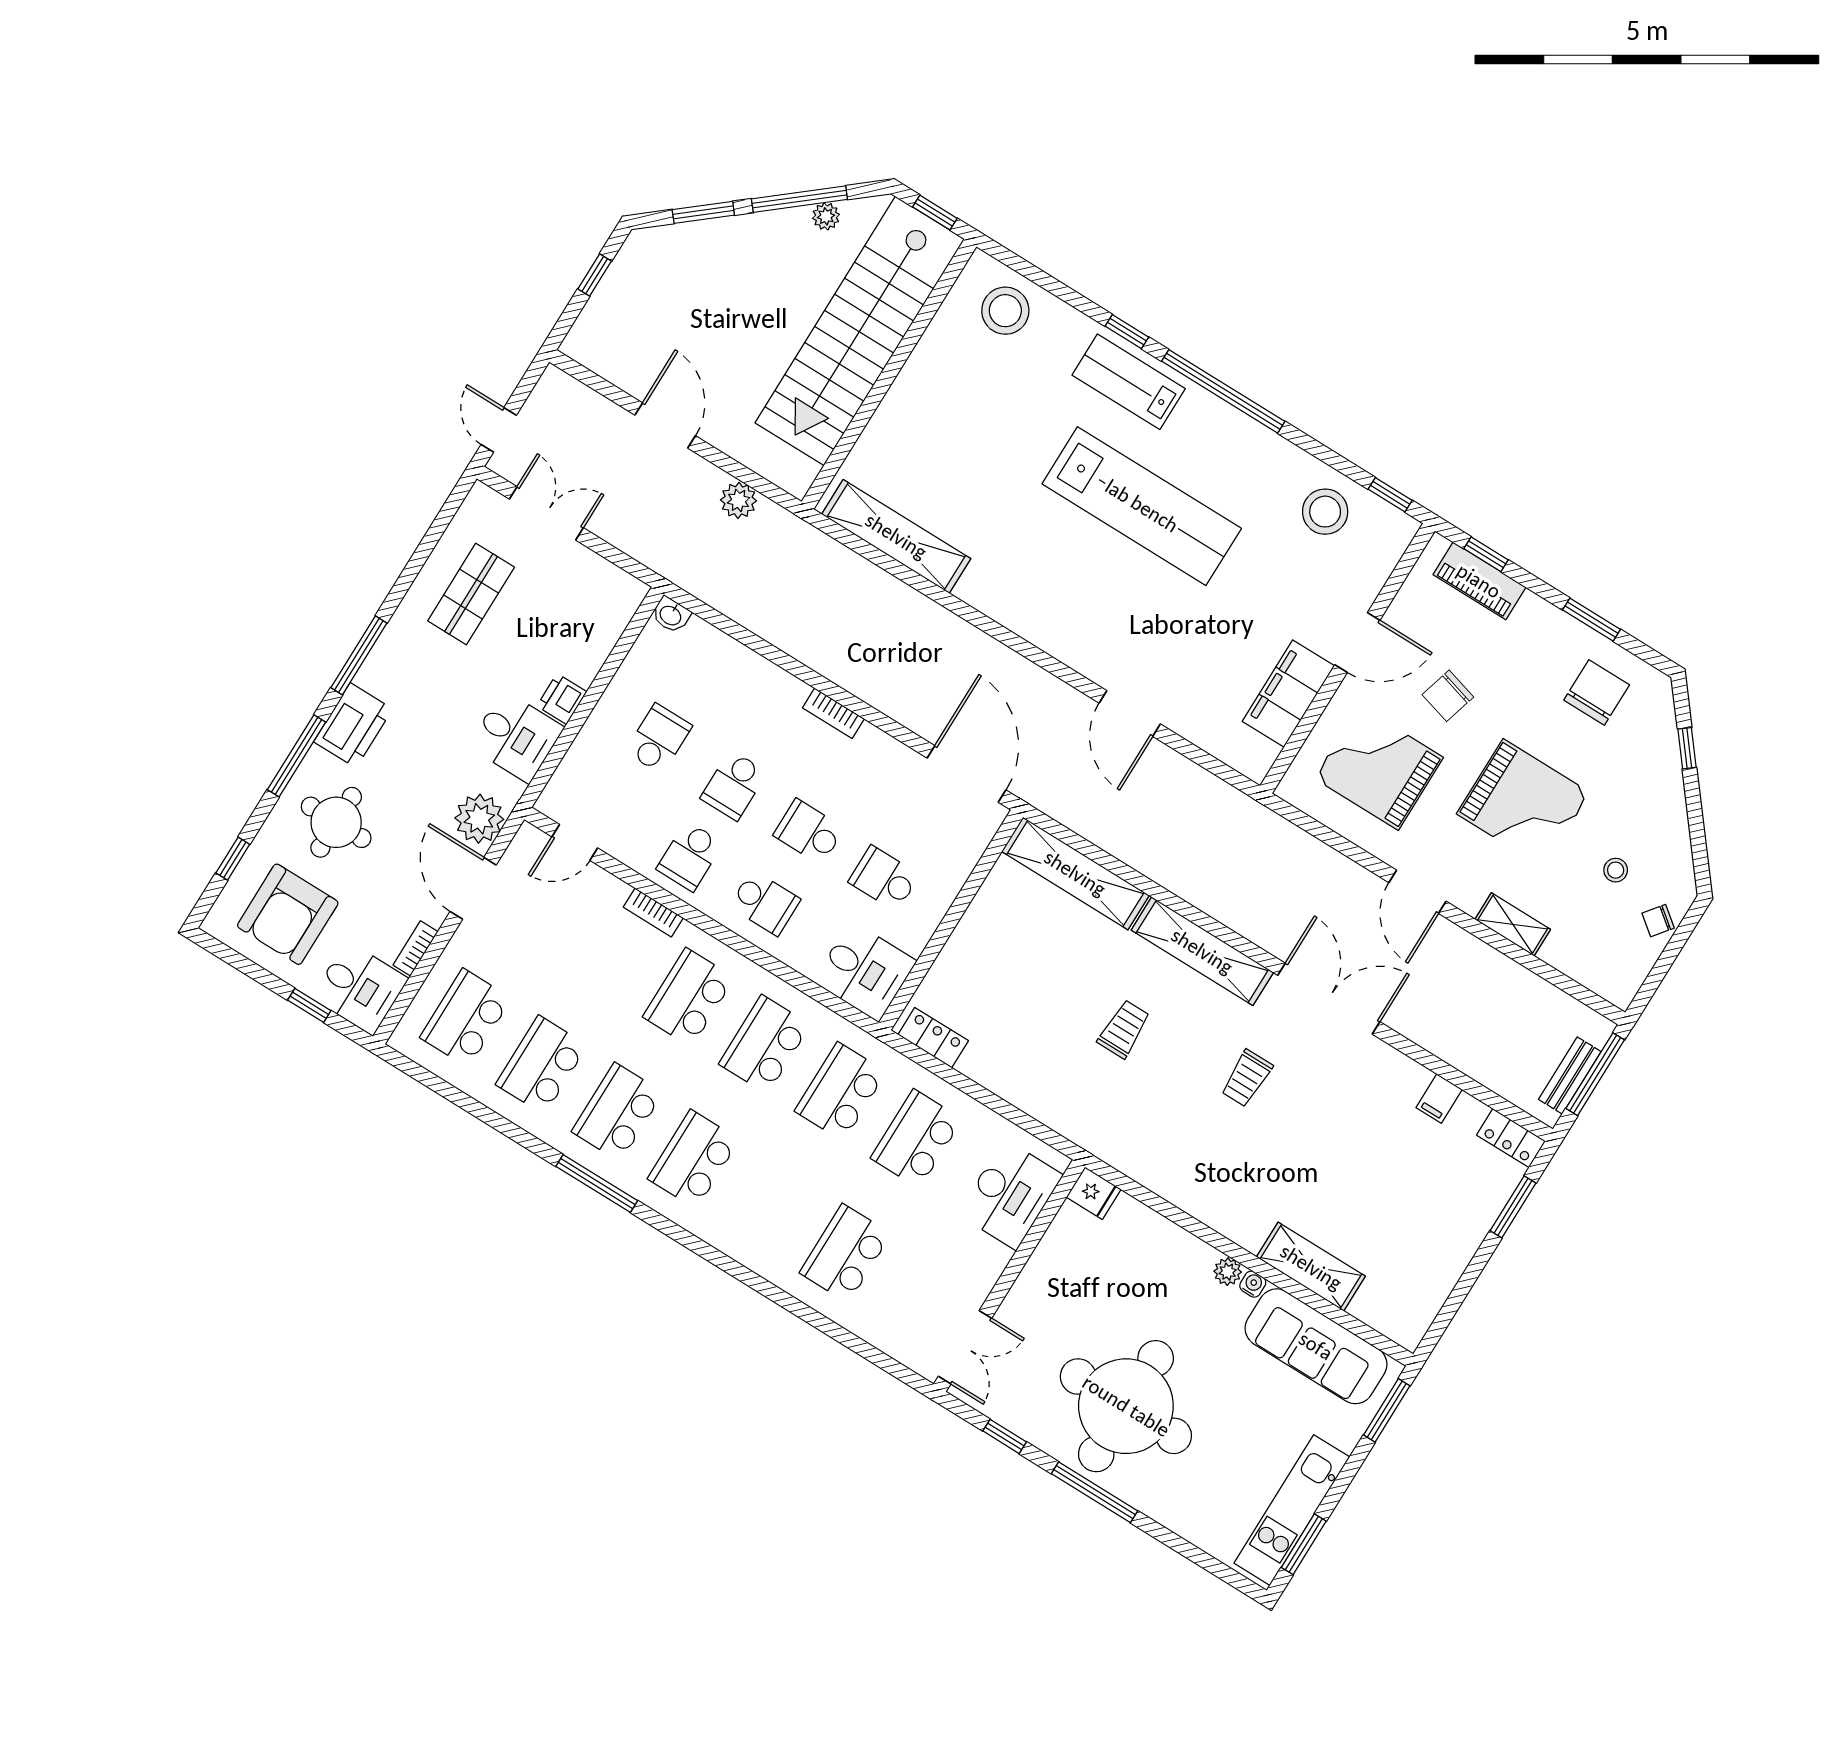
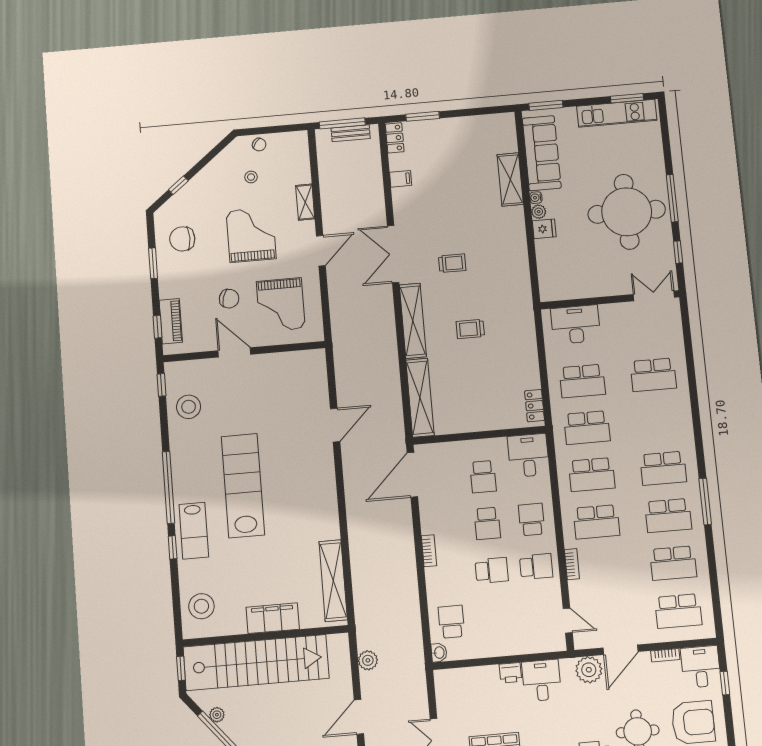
filing cabinet: (1288, 694) -> (273, 618), moved, turned 180
school desk: (659, 739) -> (451, 622), moved, turned 90
fridge: (1094, 1193) -> (544, 229), moved, turned 90

